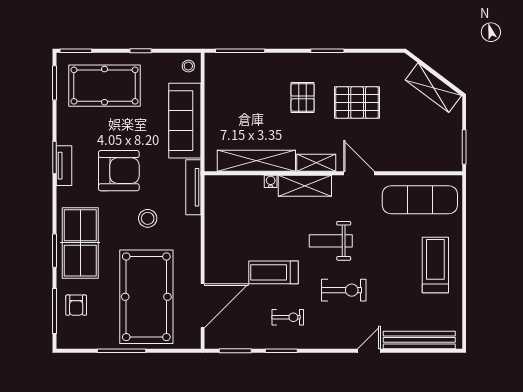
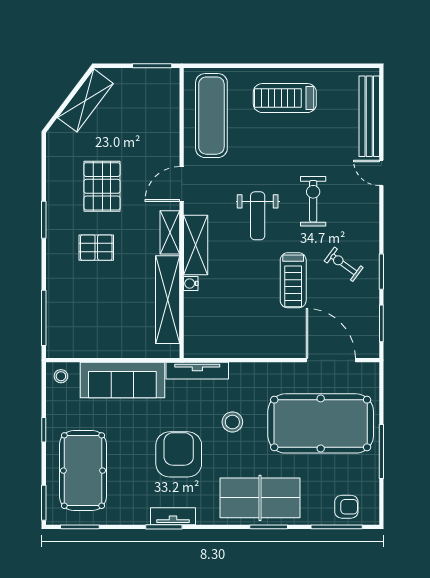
armchair: (76, 305) -> (346, 507), moved
exercise bike: (288, 317) -> (344, 264), turned -54

